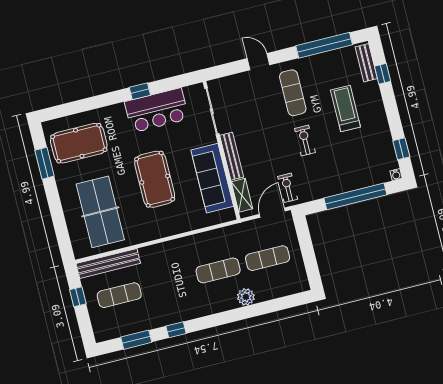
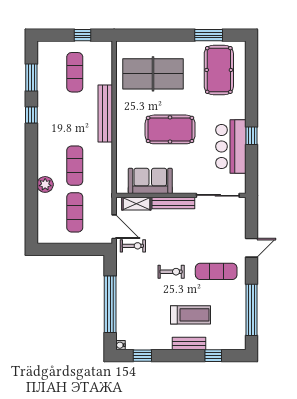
bench: (366, 63) -> (189, 343), moved
sofa: (212, 178) -> (150, 181), width x0.73
bench: (108, 263) -> (105, 113), moved

